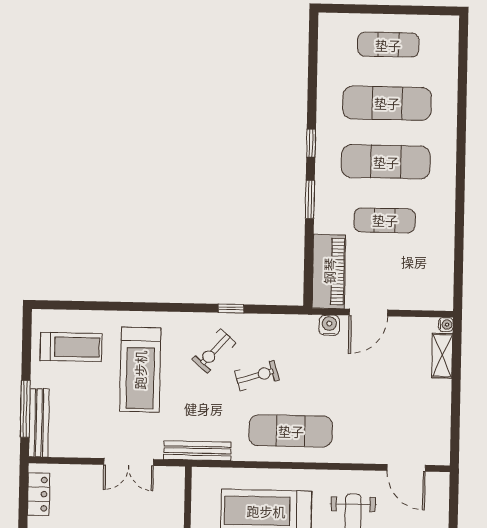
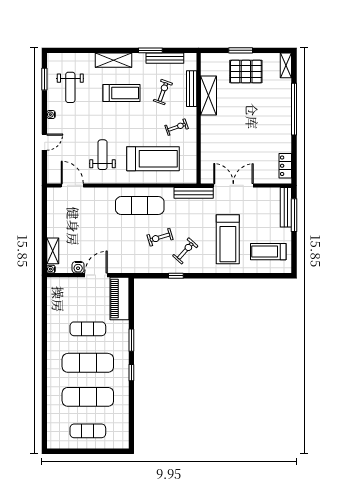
water cooler: (329, 325) -> (78, 267), moved
treadmill: (140, 370) -> (228, 239), turned 180
double door: (129, 462) -> (233, 185), width x1.37

